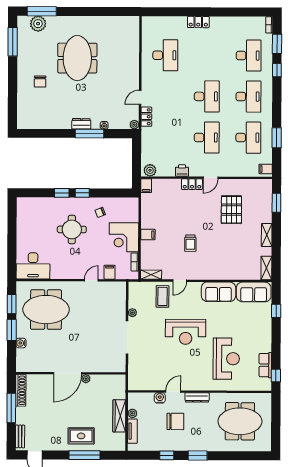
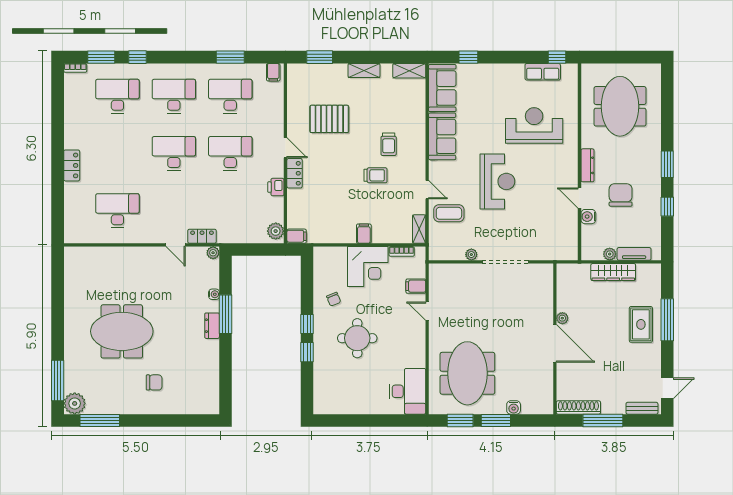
plant: (38, 24) -> (75, 403), moved
trolley: (213, 253) -> (389, 144), added

